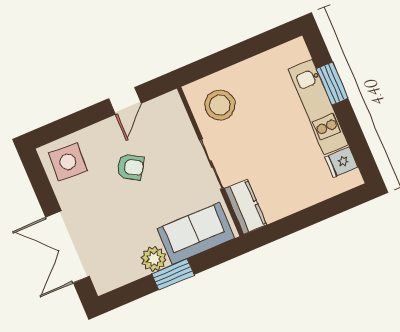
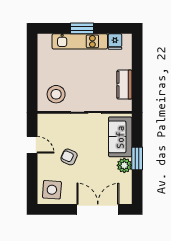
window: (332, 84) -> (82, 28), moved
armchair: (130, 167) -> (69, 157), turned -98
kitchen counter: (246, 207) -> (124, 85), moved, turned -90
double door: (67, 247) -> (98, 209), swing flipped

